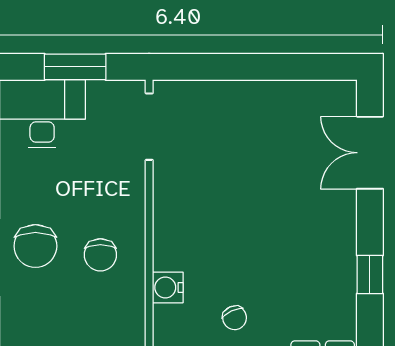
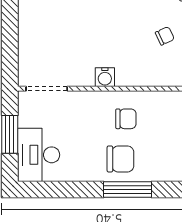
water cooler: (168, 287) -> (105, 77), moved

